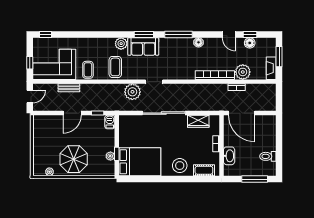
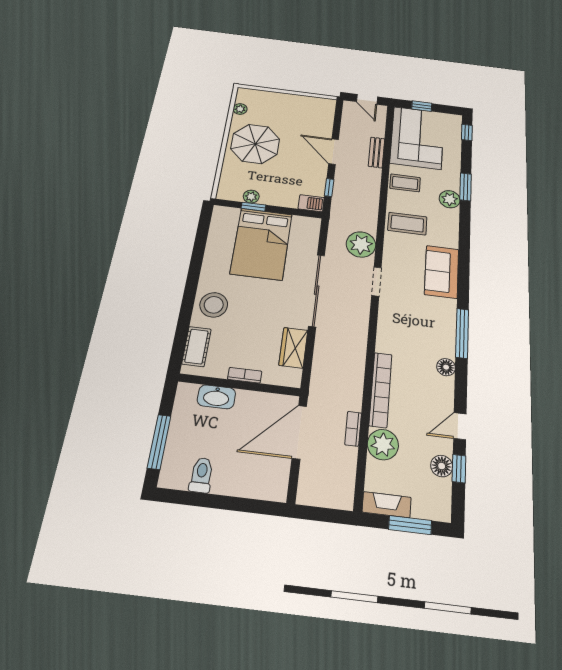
window: (144, 34) -> (466, 187), moved
plant: (121, 44) -> (450, 199), moved
bed: (140, 162) -> (261, 244), moved

